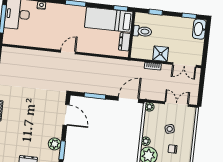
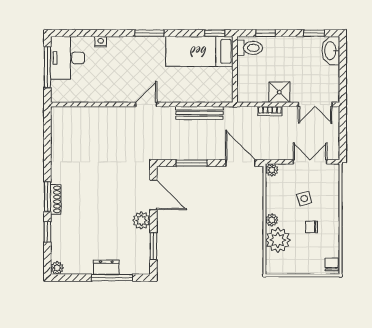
toilet: (142, 31) -> (250, 48), moved
dresser: (125, 42) -> (226, 81), removed
bench: (104, 62) -> (199, 113), added
door: (128, 100) -> (240, 163), hinge flipped
plant: (55, 144) -> (141, 220), moved

